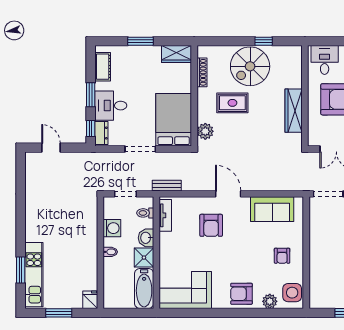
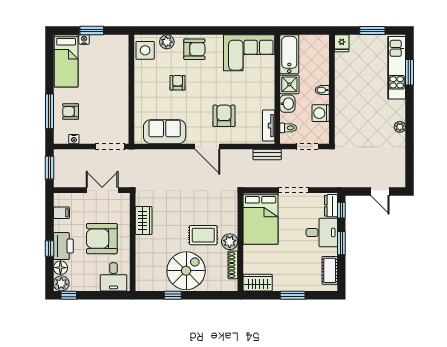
wardrobe: (294, 111) -> (144, 221), width x0.67
plant: (205, 131) -> (230, 242), moved
plant: (31, 214) -> (400, 127), added
armchair: (282, 256) -> (178, 83), moved

